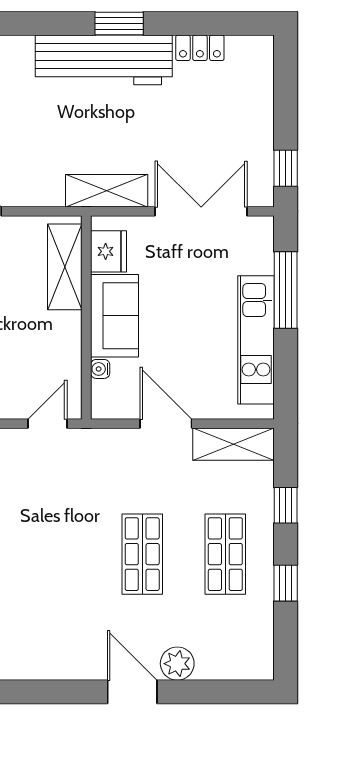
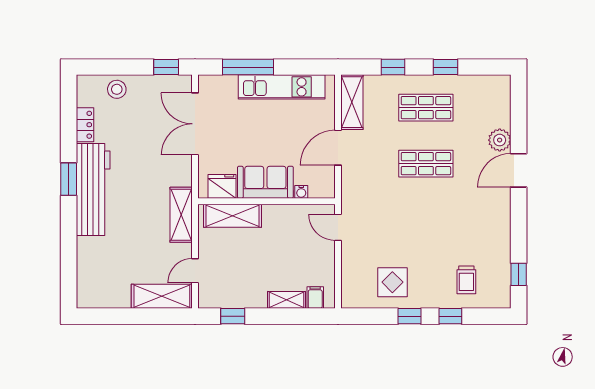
stool: (252, 95) -> (117, 89), added
shelving: (107, 191) -> (181, 215), moved

